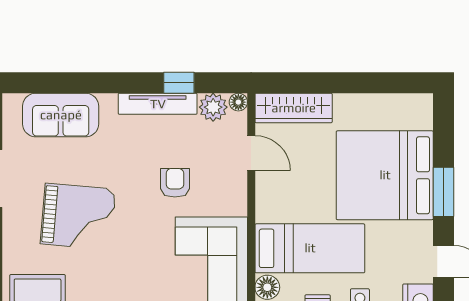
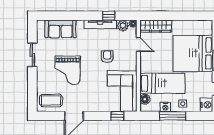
grand piano: (78, 216) -> (68, 70), turned 85

